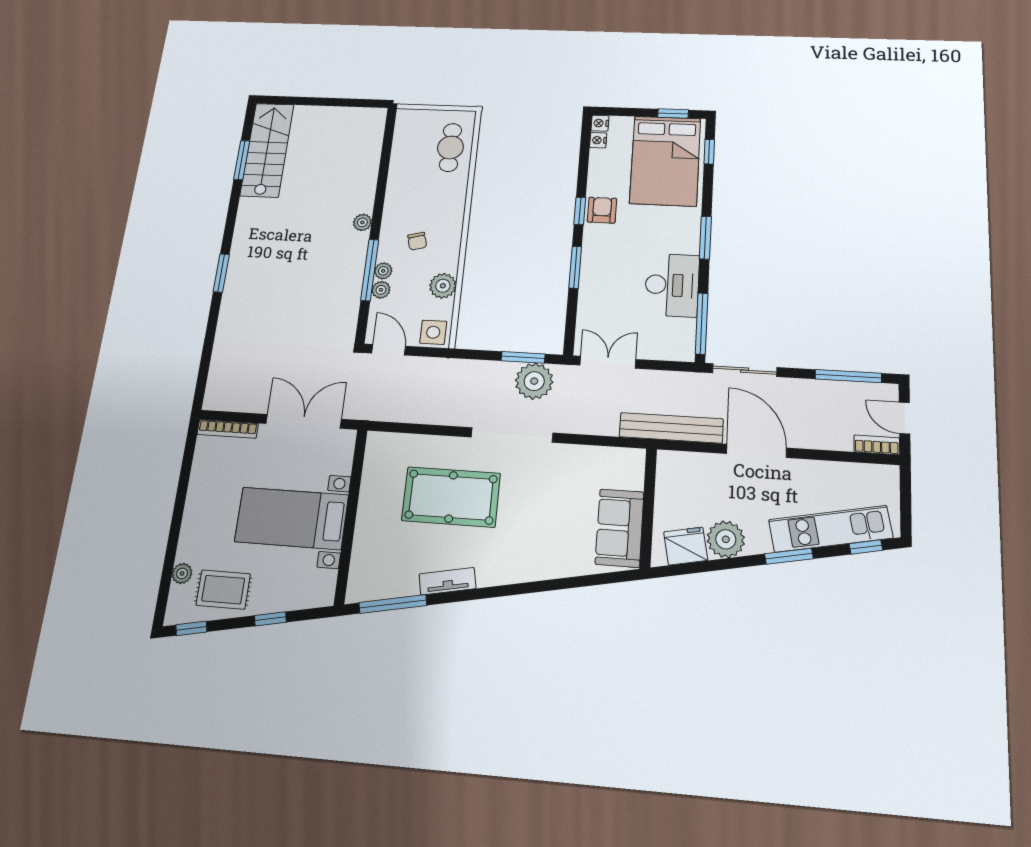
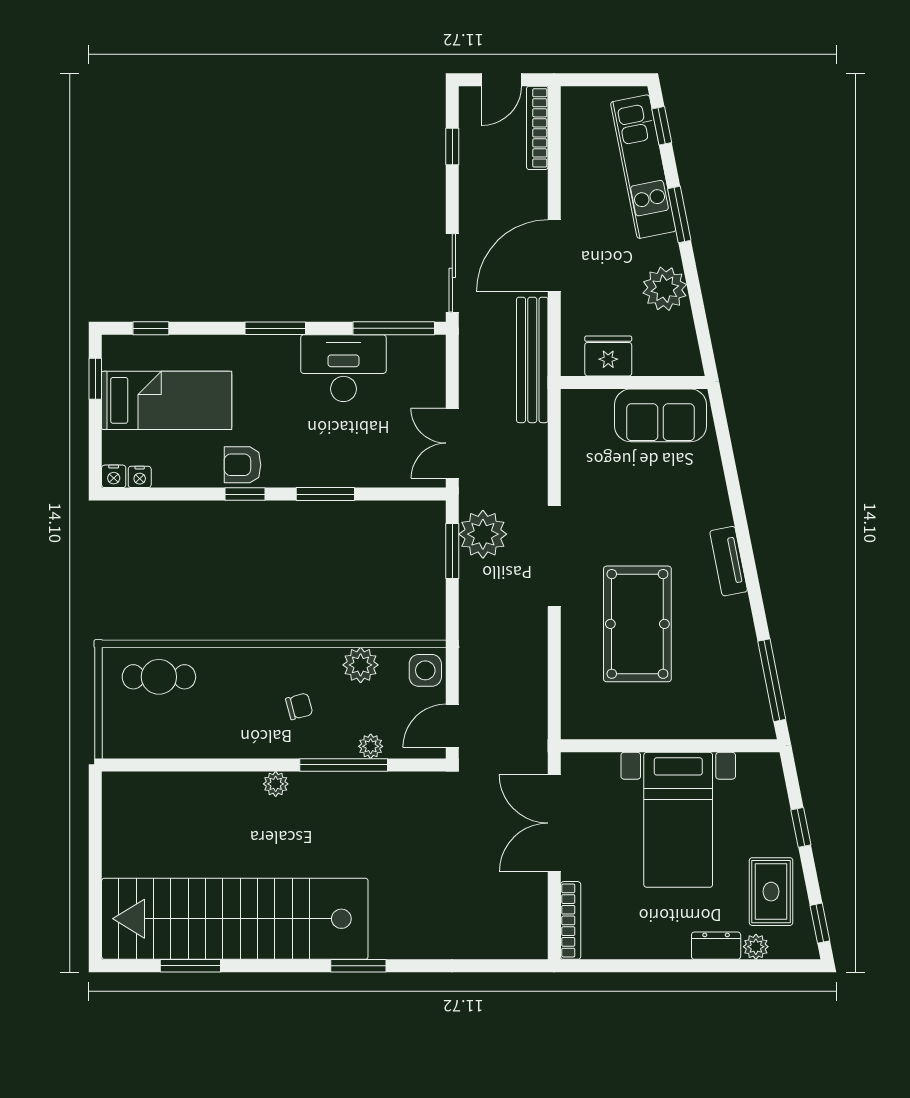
stairs: (267, 150) -> (235, 919), width x1.86, depth x1.51
bed: (665, 161) -> (167, 400), width x0.67
plant: (383, 271) -> (344, 747), removed
window: (848, 376) -> (452, 147), width x0.46
bookcase: (877, 445) -> (537, 128), width x1.56
dresser: (189, 541) -> (716, 946), added
fridge: (686, 546) -> (608, 356), moved, turned 101
tv unit: (447, 581) -> (729, 561), moved

